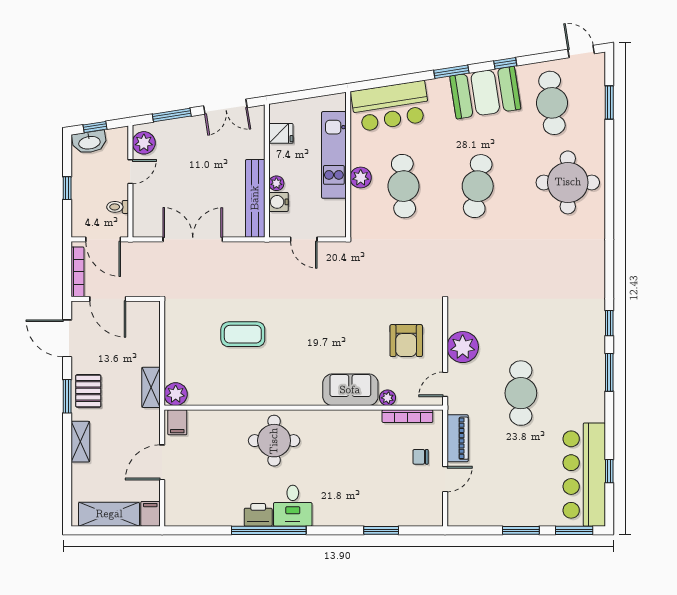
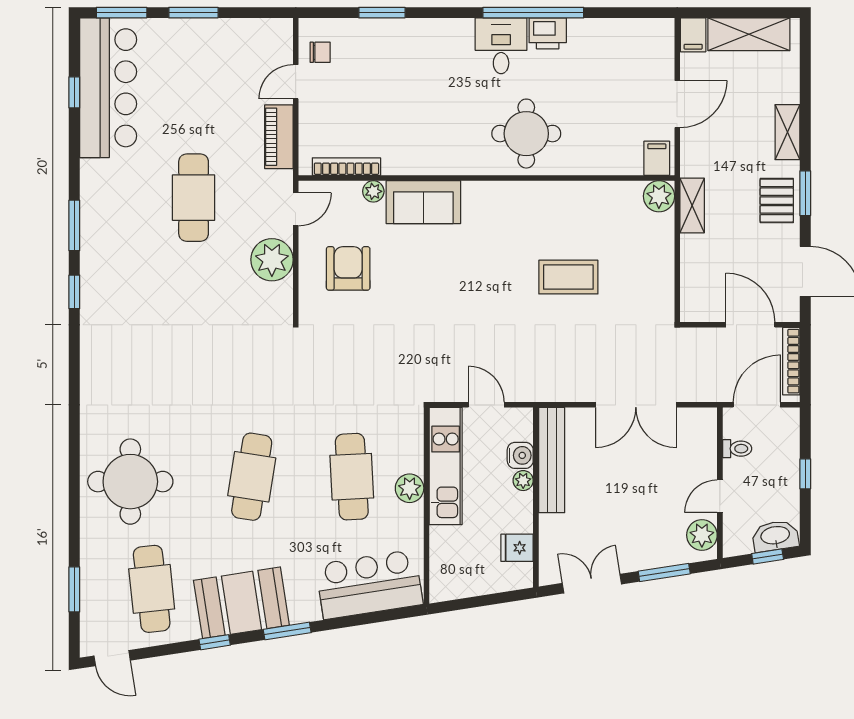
kitchen unit: (334, 155) -> (446, 466), moved
door: (103, 239) -> (757, 405), hinge flipped
chair: (421, 457) -> (320, 52), moved

